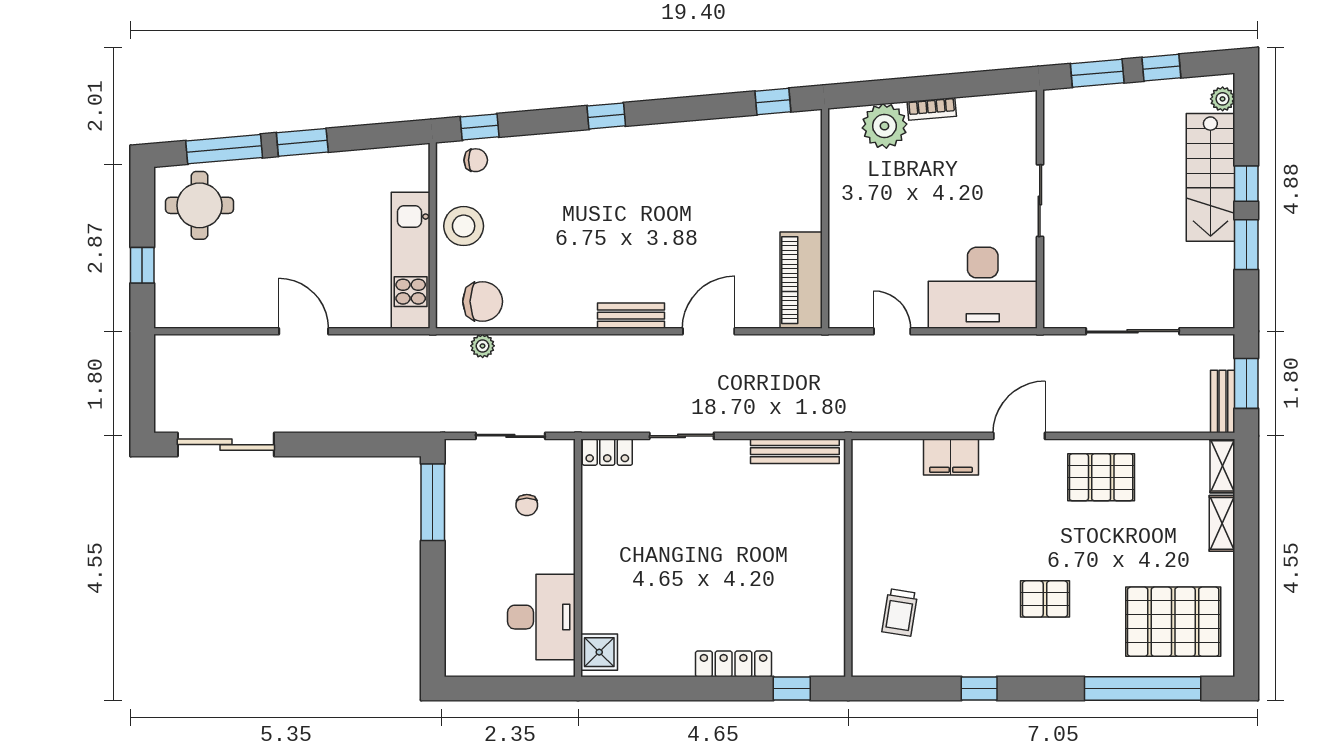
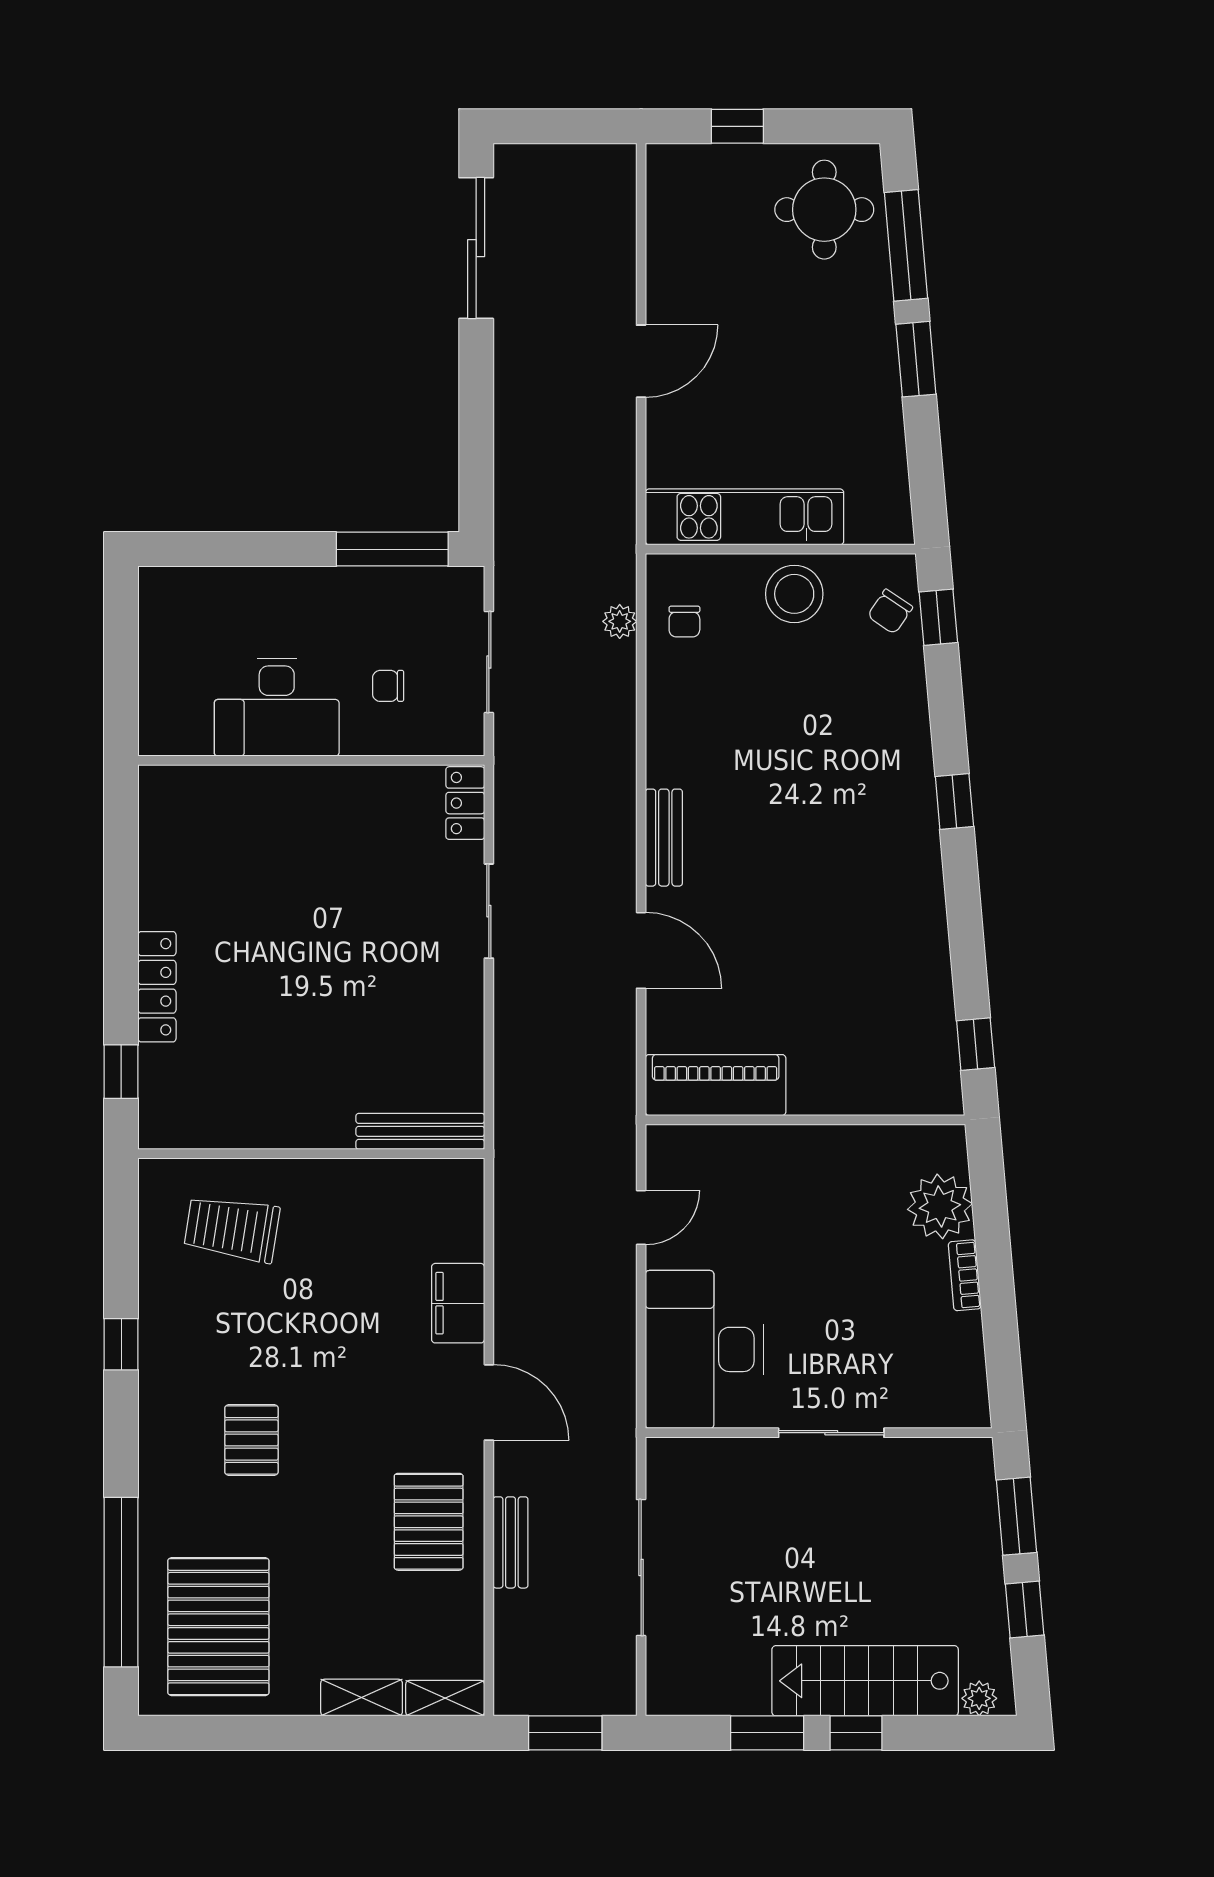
chair: (476, 160) -> (890, 612), turned 34
chair: (483, 301) -> (684, 622), width x0.54, depth x0.54
bench: (1223, 402) -> (511, 1542), moved, turned 90
bench: (795, 451) -> (420, 1131), moved, turned 90
trolley: (900, 612) -> (232, 1229), width x1.36, depth x1.39
desk: (541, 617) -> (277, 707), moved
shower: (599, 652) -> (174, 791), removed

